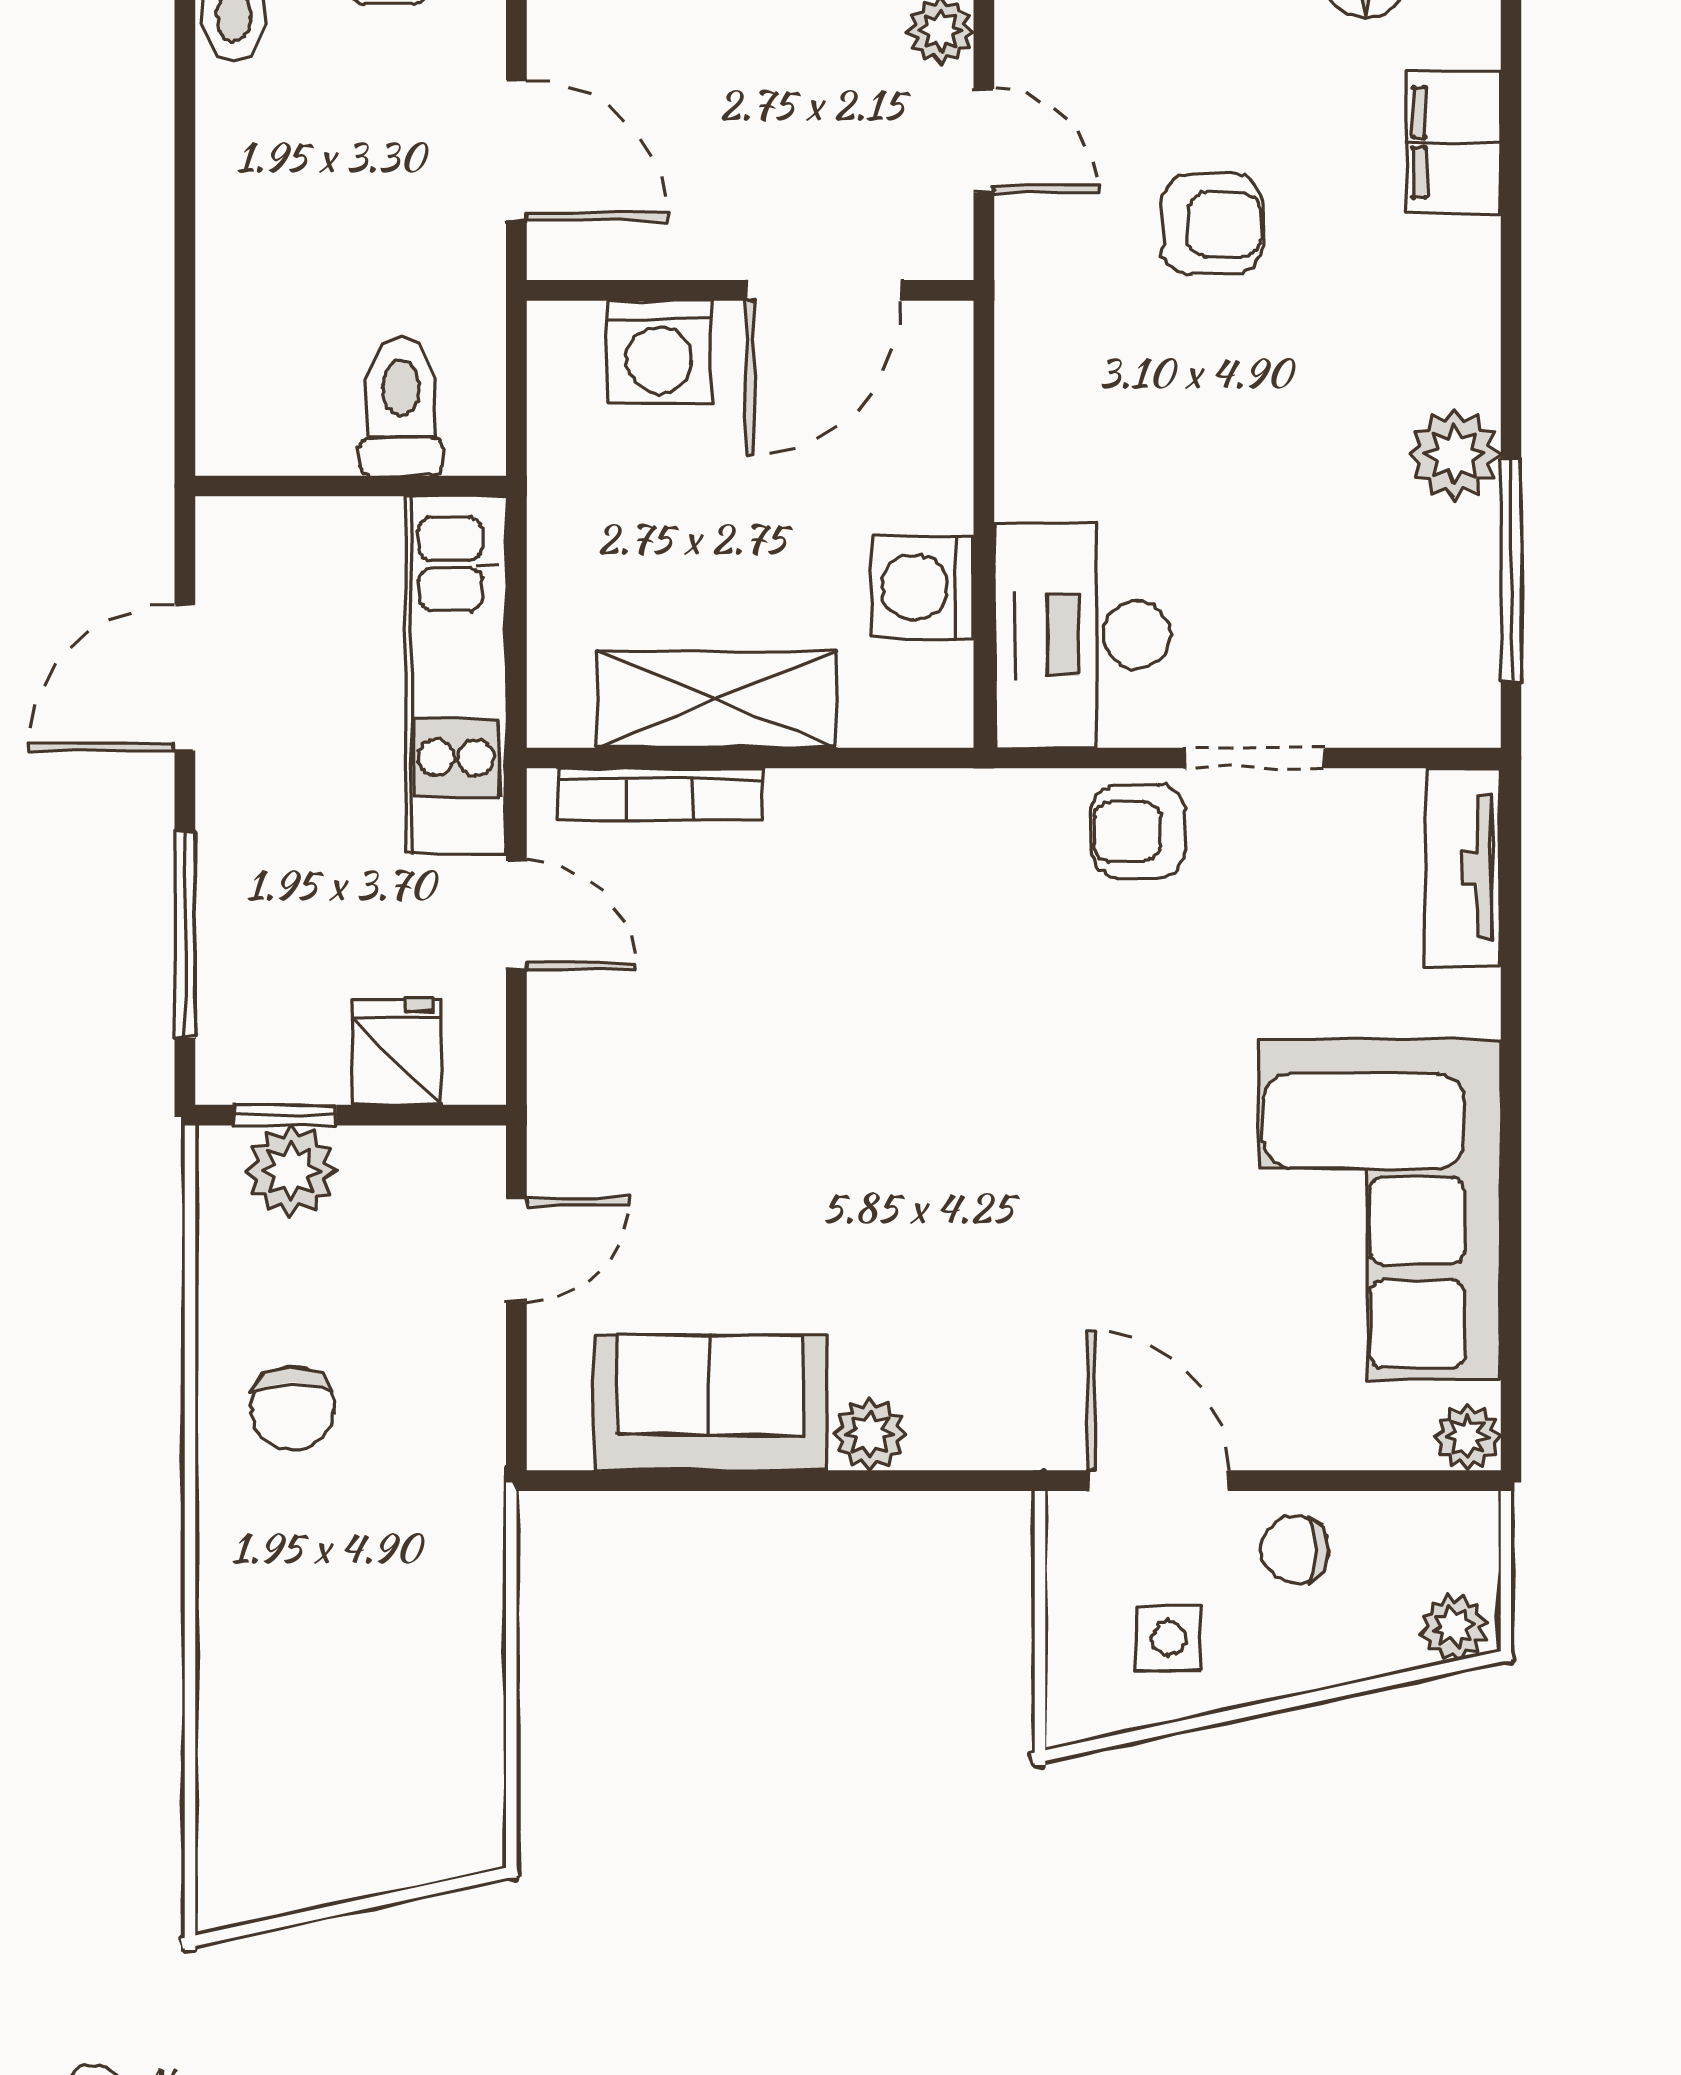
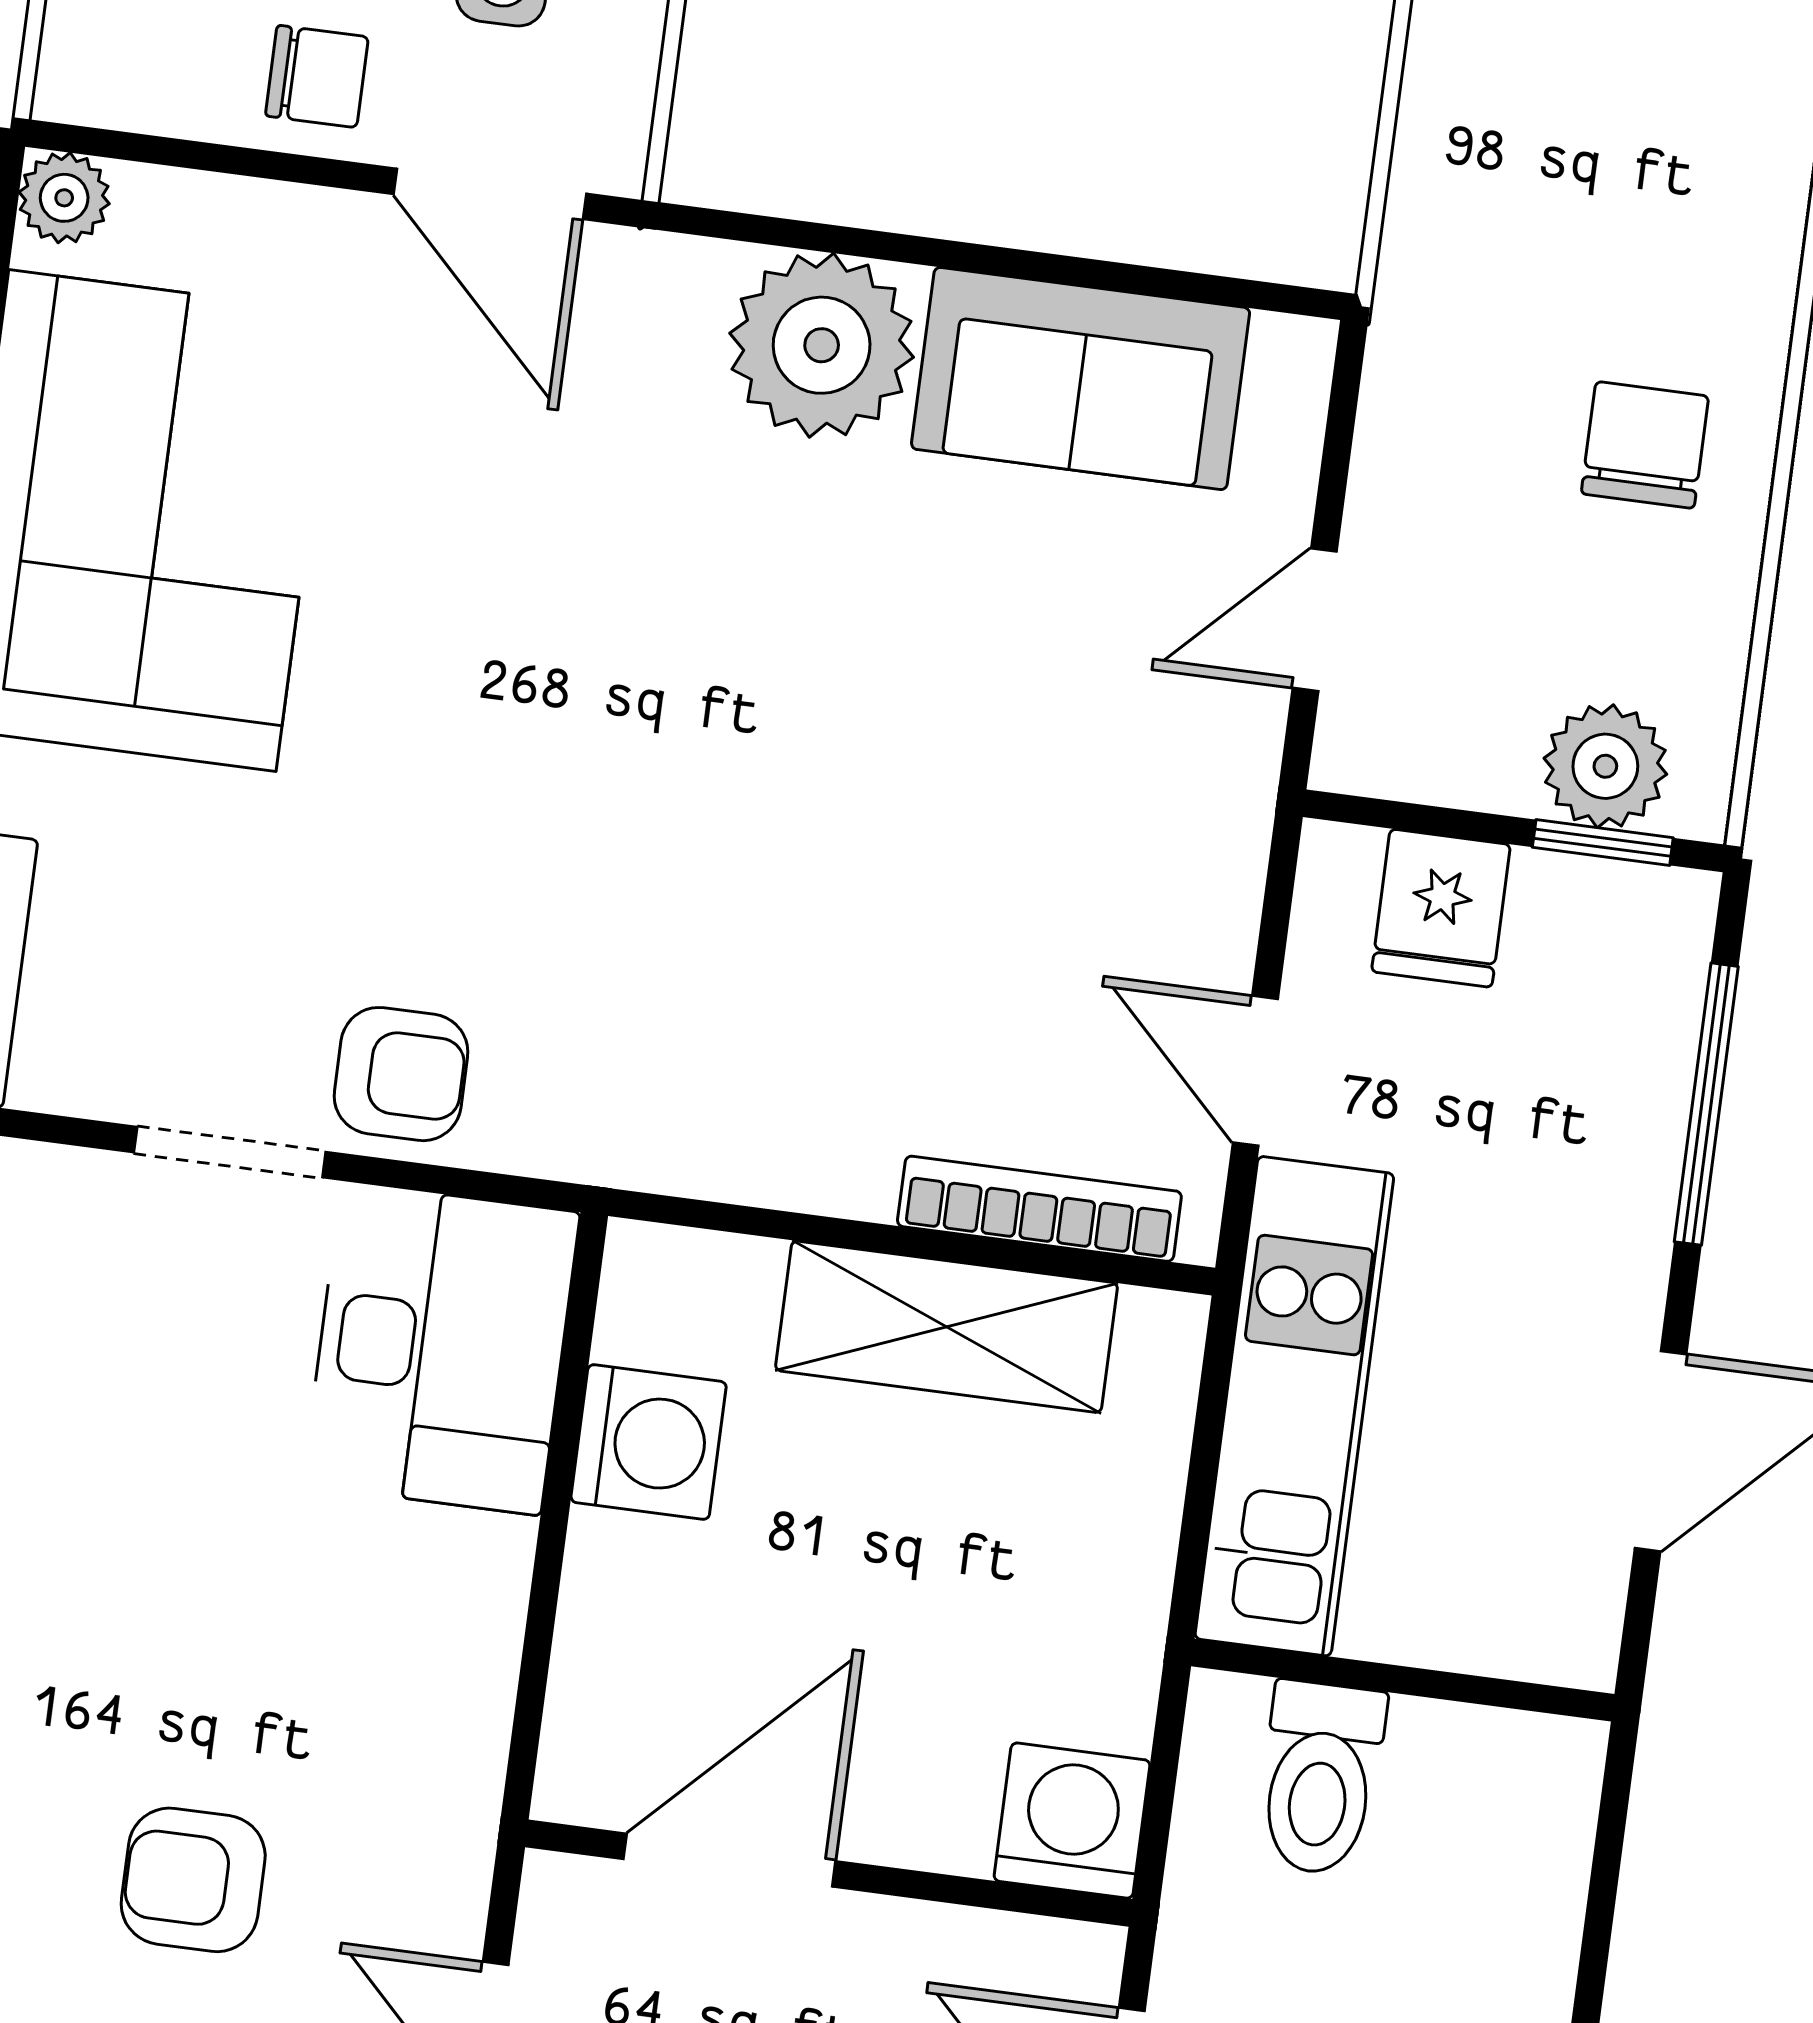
washing machine: (659, 352) -> (1072, 1821), moved
plant: (870, 1434) -> (822, 345), width x1.87, depth x1.87

